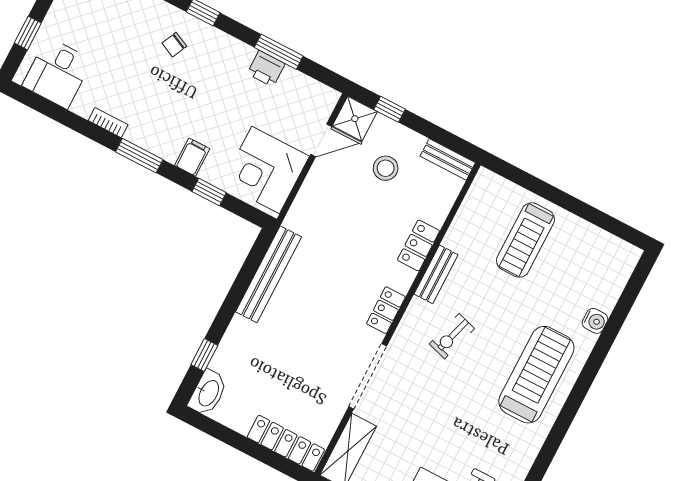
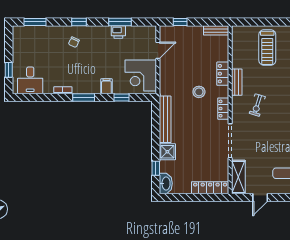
shower: (355, 119) -> (167, 152), moved
stool: (386, 168) -> (199, 92), moved

